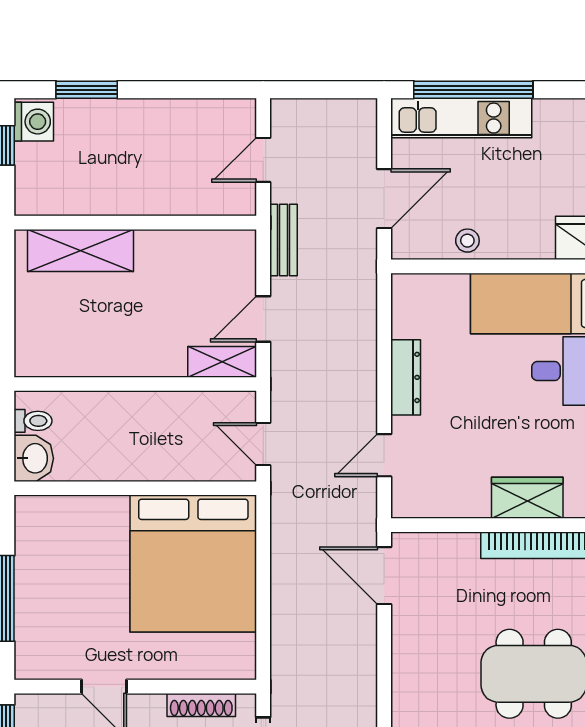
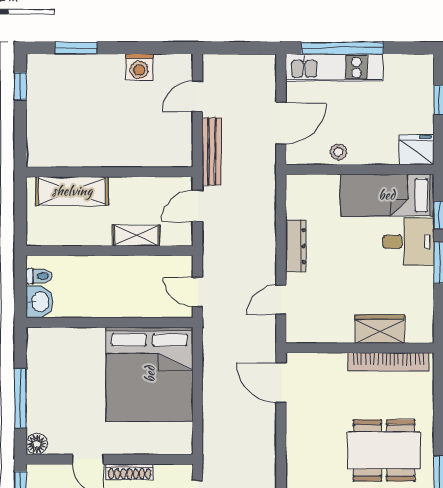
washing machine: (34, 122) -> (139, 67), moved, turned 90
wall: (135, 223) -> (110, 172), moved
bench: (283, 240) -> (212, 151), width x1.36
shelving: (80, 250) -> (72, 191), moved
shelving: (222, 362) -> (136, 235), moved
floor lamp: (30, 664) -> (37, 444), added
shoe rack: (201, 705) -> (130, 472), moved

